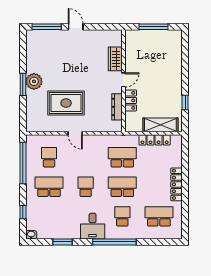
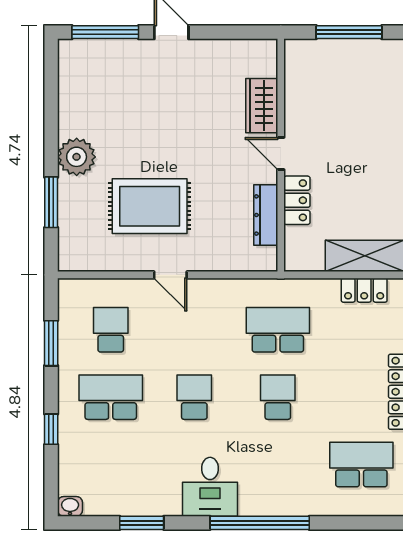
door: (124, 80) -> (281, 153), swing flipped
window: (23, 84) -> (51, 202), moved
locker: (155, 140) -> (364, 290), width x0.66
window: (23, 163) -> (51, 343), width x0.47
school desk: (122, 187) -> (278, 397), width x0.54
window: (23, 212) -> (51, 429), moved
school desk: (122, 216) -> (278, 465), removed

